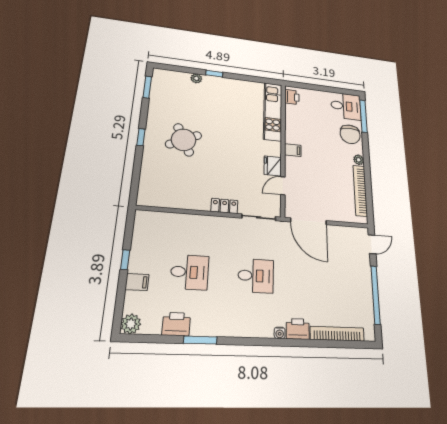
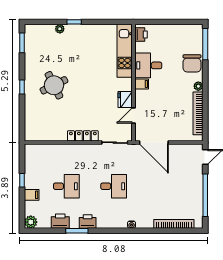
desk: (346, 106) -> (148, 65), moved, turned 180
locker: (224, 206) -> (83, 136), width x1.53
printer: (298, 329) -> (88, 222), moved

